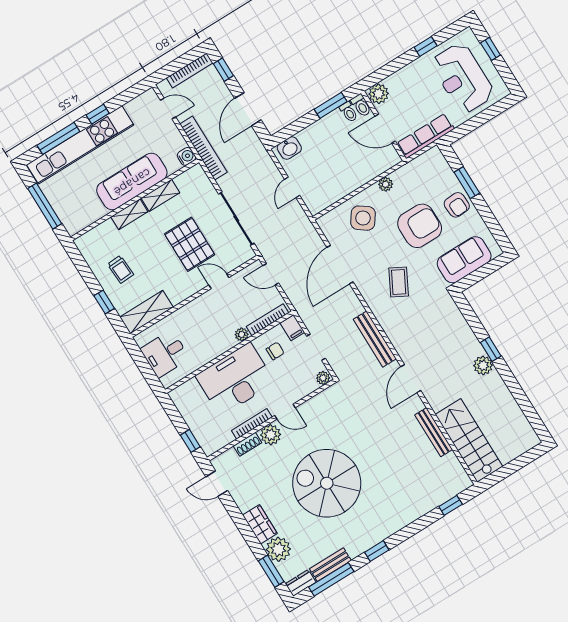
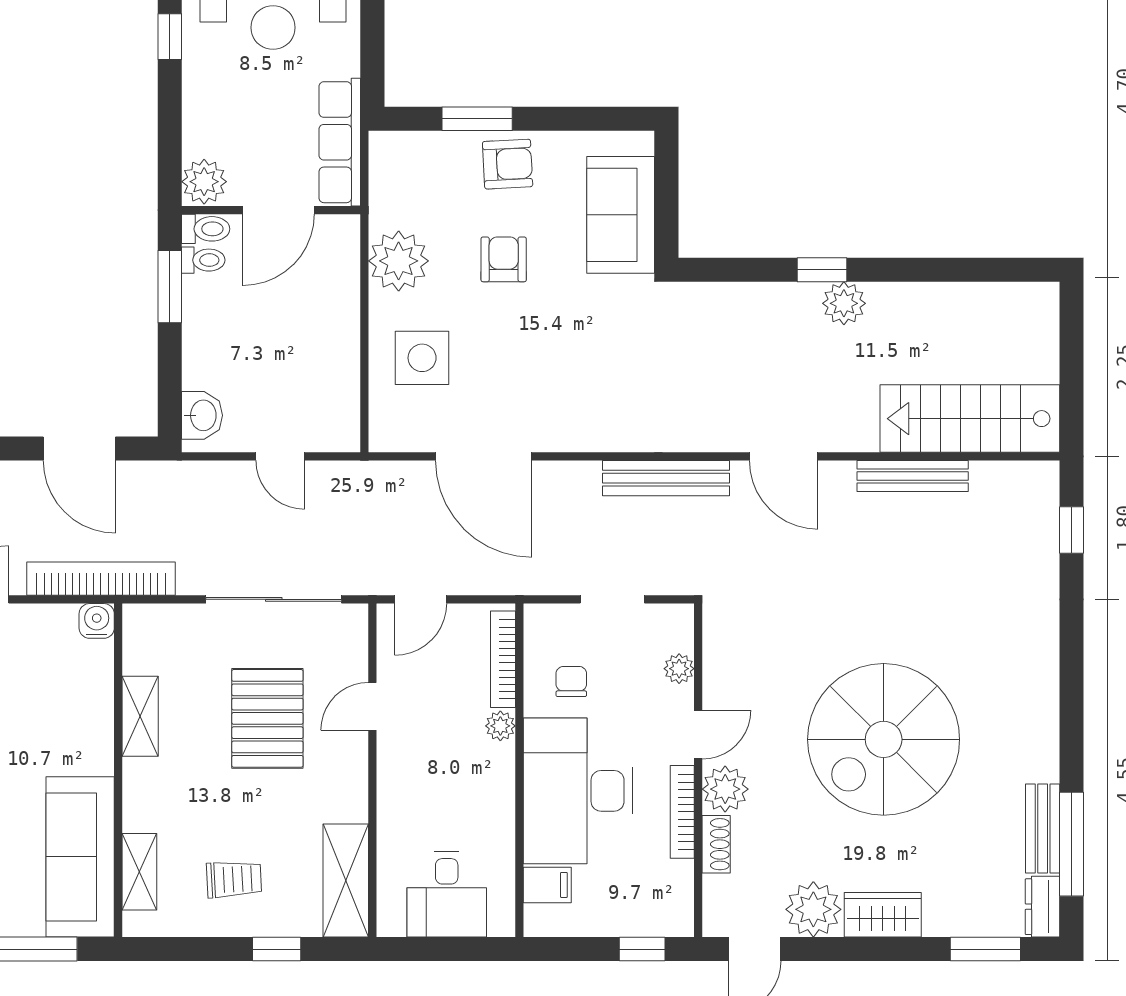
sofa: (132, 182) -> (80, 857), moved
plant: (386, 184) -> (399, 261), width x1.88, depth x1.88
shelving: (129, 214) -> (139, 872), moved
side table: (363, 218) -> (422, 358), turned -36
armchair: (420, 226) -> (504, 259), width x0.53, depth x0.53
pallet: (190, 244) -> (267, 718), turned 90
coffee table: (399, 282) -> (586, 366), removed
filing cabinet: (292, 328) -> (547, 885), moved
plant: (323, 378) -> (679, 669), moved
plant: (278, 549) -> (813, 909), moved
window: (377, 551) -> (1072, 724), removed

